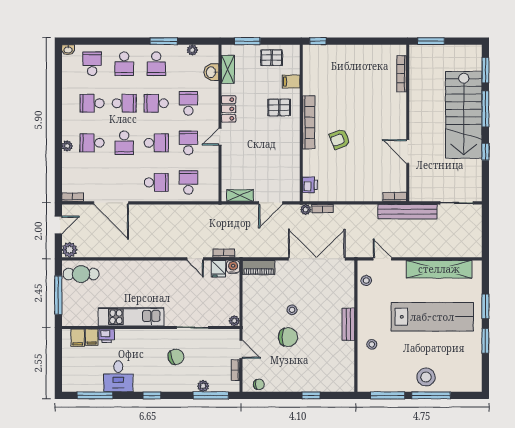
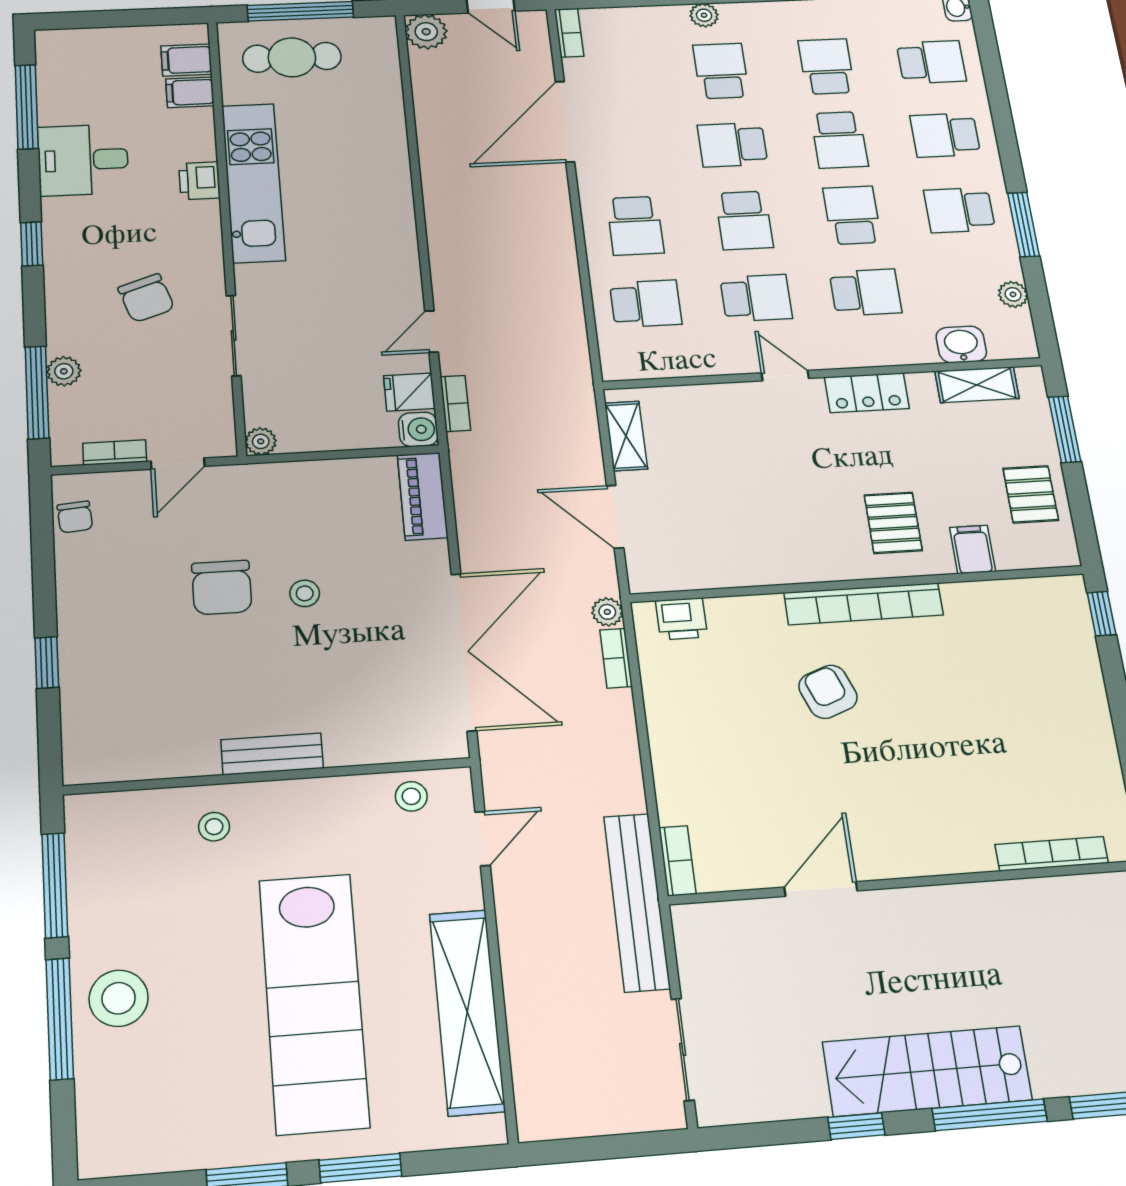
stairs: (464, 115) -> (927, 1071), width x0.73, depth x0.66
cafe table: (81, 274) -> (292, 57), moved, turned 90
printer: (107, 336) -> (199, 181), moved

